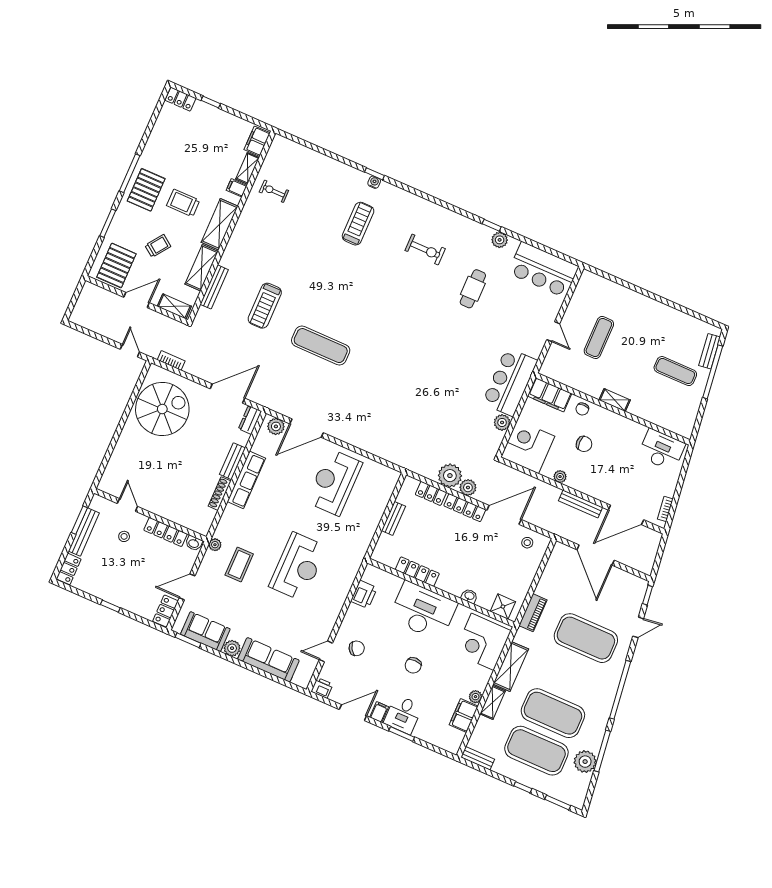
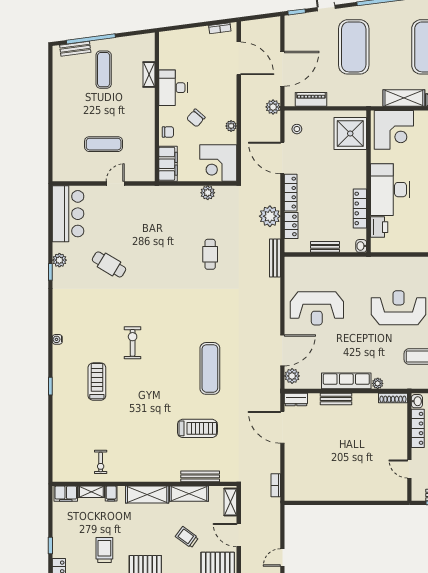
water cooler: (374, 182) -> (57, 339), moved
trolley: (183, 203) -> (104, 550), moved, turned 180
treadmill: (358, 224) -> (97, 382), turned 90
exercise bike: (425, 250) -> (133, 343), moved
cafe table: (473, 289) -> (109, 264), turned 31
door: (130, 351) -> (282, 557), moved
bar counter: (510, 382) -> (172, 201), removed
cafe table: (438, 397) -> (210, 254), added
shelving: (615, 400) -> (149, 74), moved
spiral stairs: (162, 409) -> (319, 475), removed
door: (307, 428) -> (282, 350), hinge flipped
chair: (584, 444) -> (196, 118), turned -139
desk: (661, 450) -> (173, 88), moved
plant: (468, 487) -> (273, 107), moved
shoe rack: (220, 494) -> (393, 398), moved
bench: (580, 504) -> (275, 258), moved
door: (127, 505) -> (409, 469), hinge flipped
plant: (215, 545) -> (378, 383), moved
printer: (364, 594) -> (379, 227), moved, turned 90
washbasin: (469, 596) -> (361, 246), moved
shower: (503, 607) -> (350, 133), width x1.86, depth x1.86
piano: (533, 613) -> (311, 99), moved

